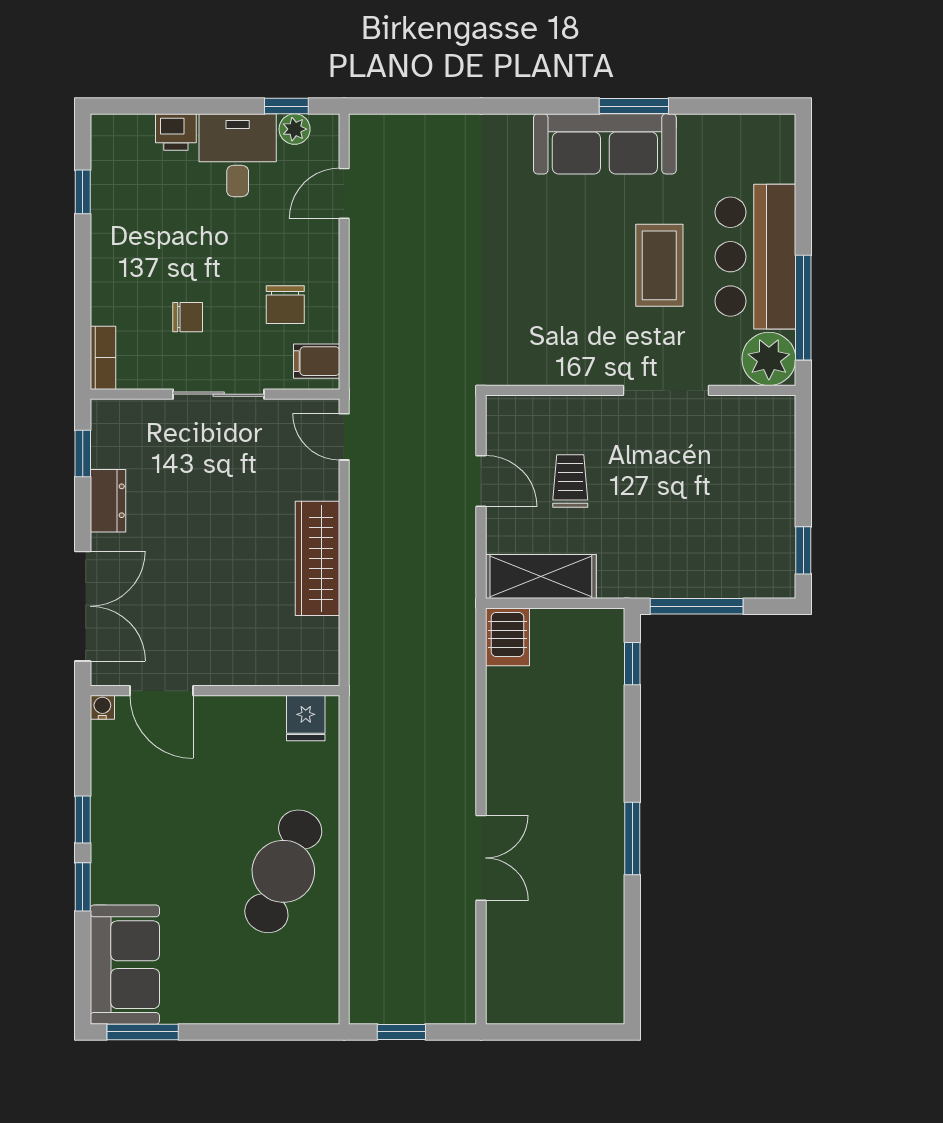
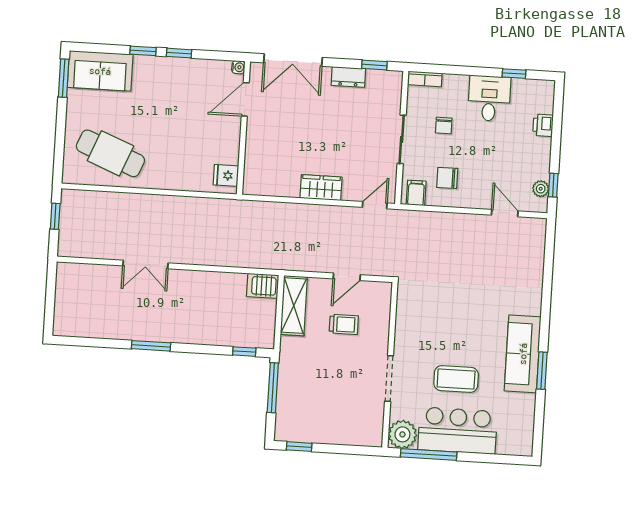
desk: (238, 155) -> (489, 98), moved, turned -90
wardrobe: (317, 558) -> (321, 188), width x0.67
cafe table: (283, 871) -> (110, 153), moved

